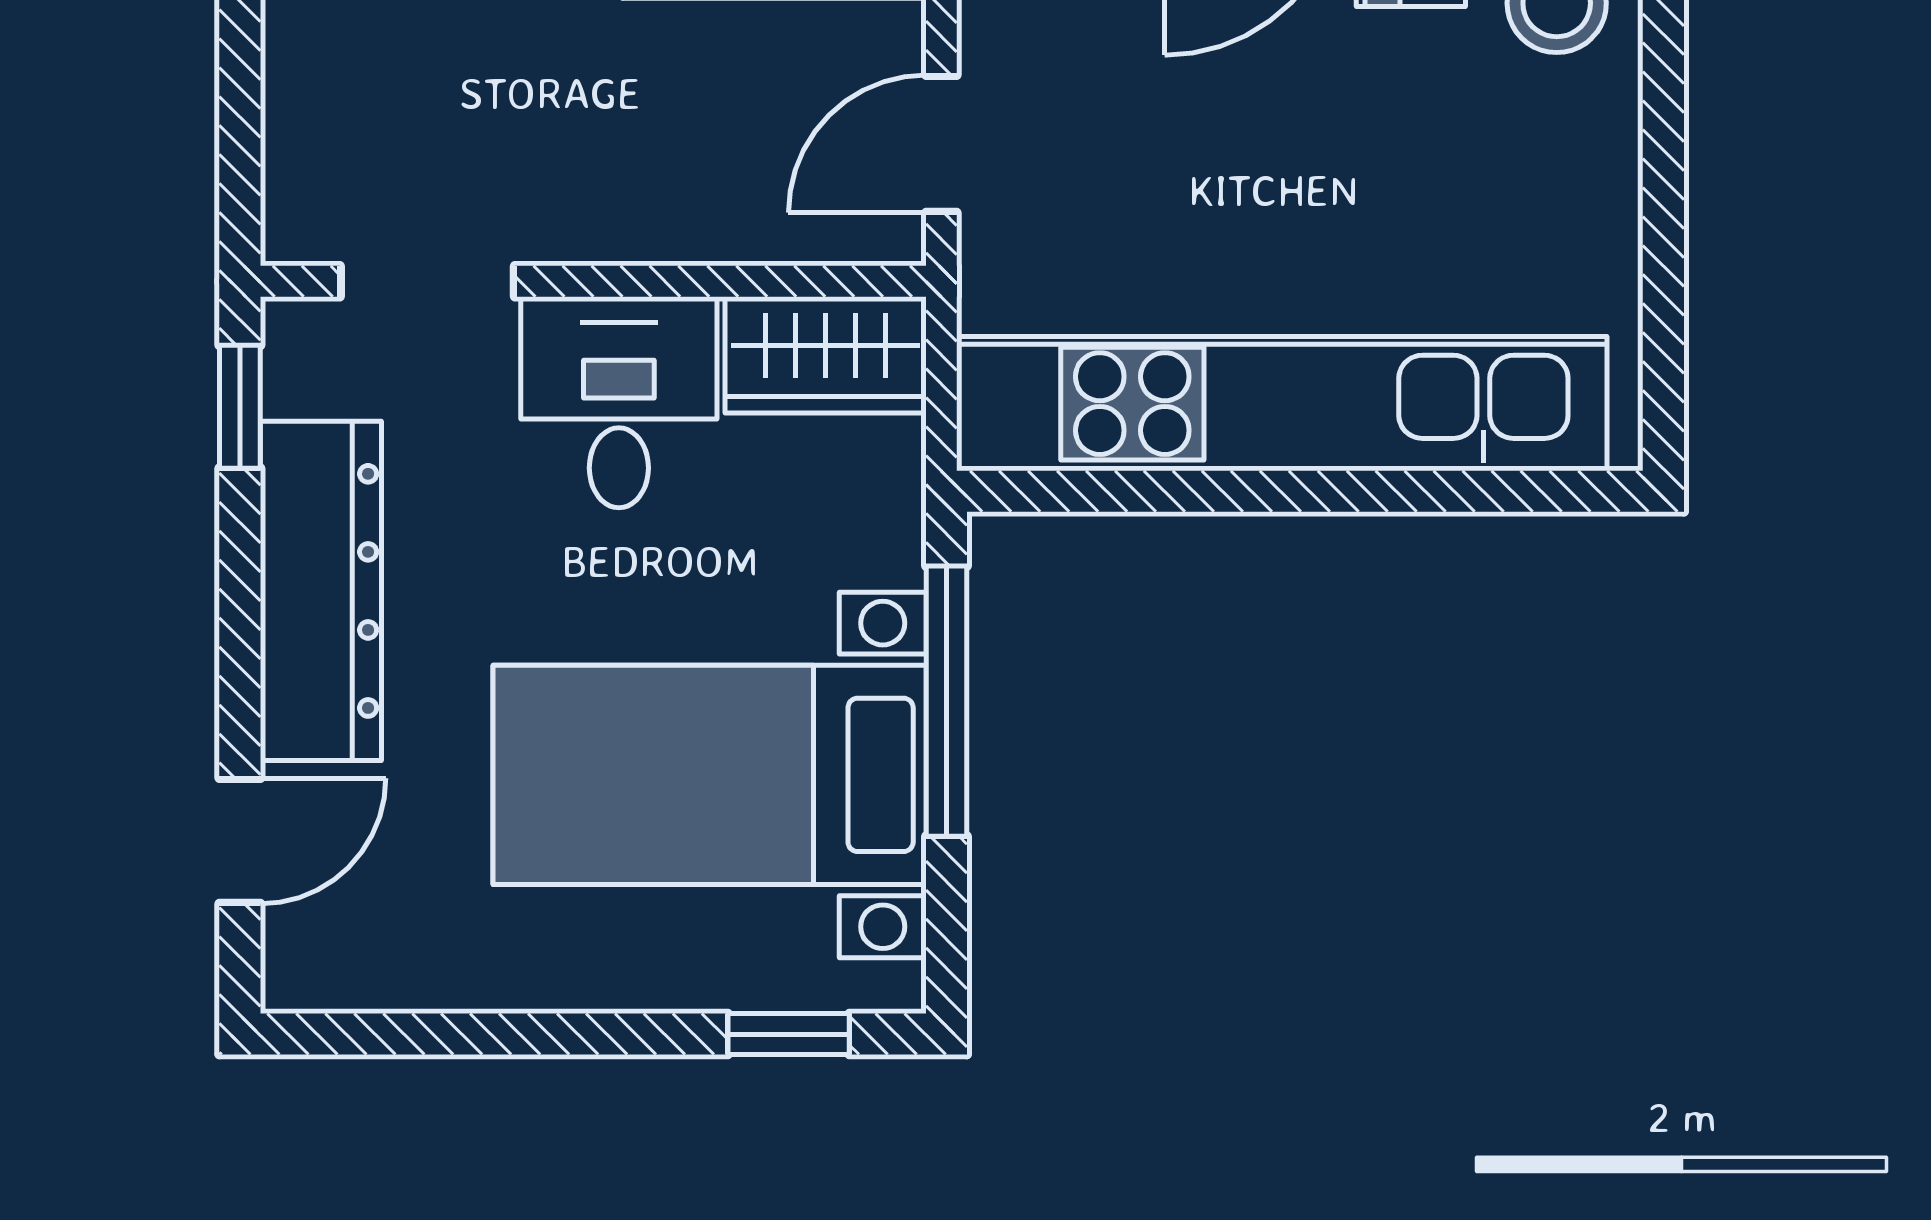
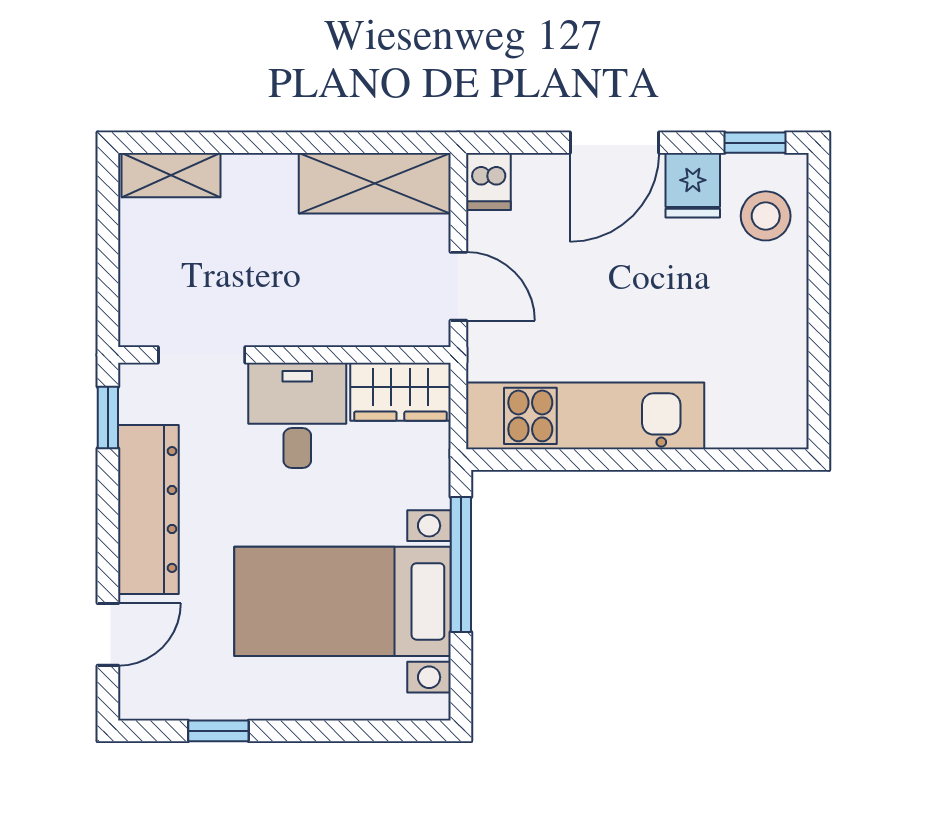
door: (941, 144) -> (458, 286), swing flipped
kitchen unit: (1282, 404) -> (585, 416), width x0.73
window: (789, 1034) -> (218, 731), moved

